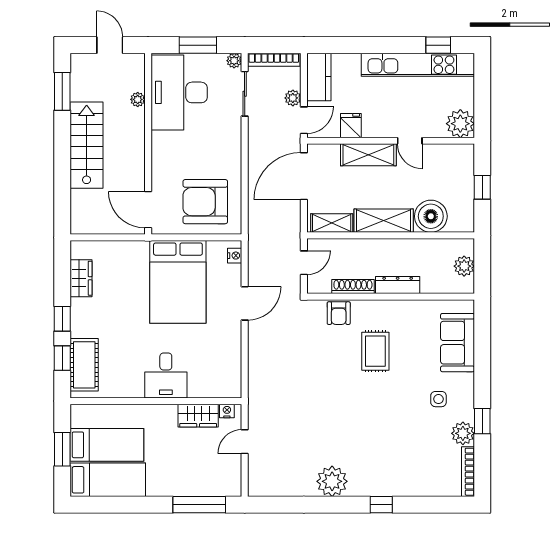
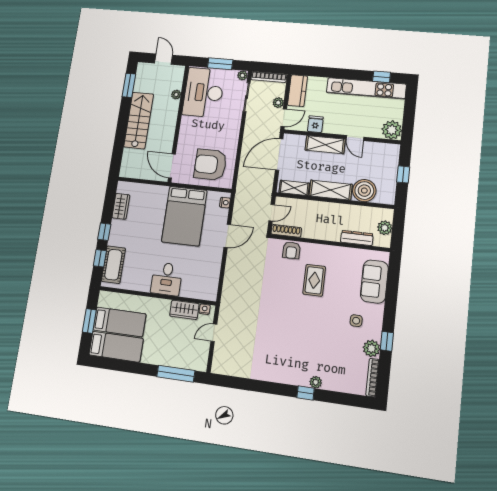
dresser: (398, 285) -> (357, 238), moved
shoe rack: (353, 286) -> (286, 231), moved
plant: (332, 481) -> (316, 382), moved, width x0.53, depth x0.53

